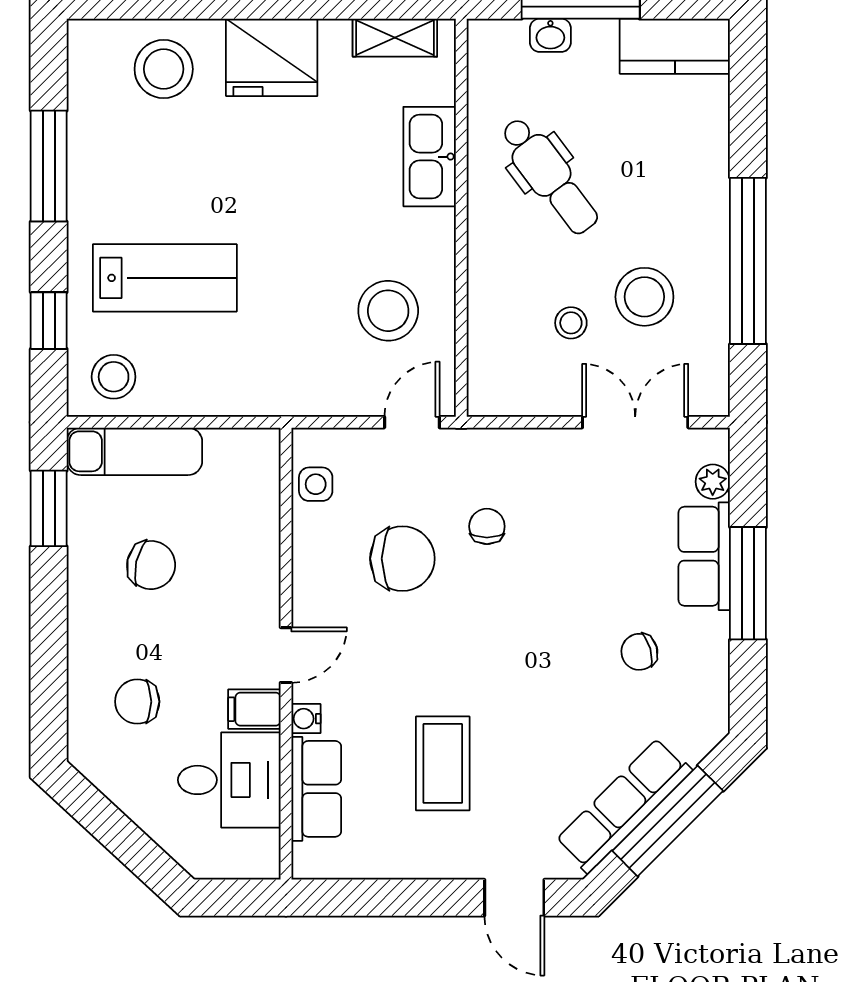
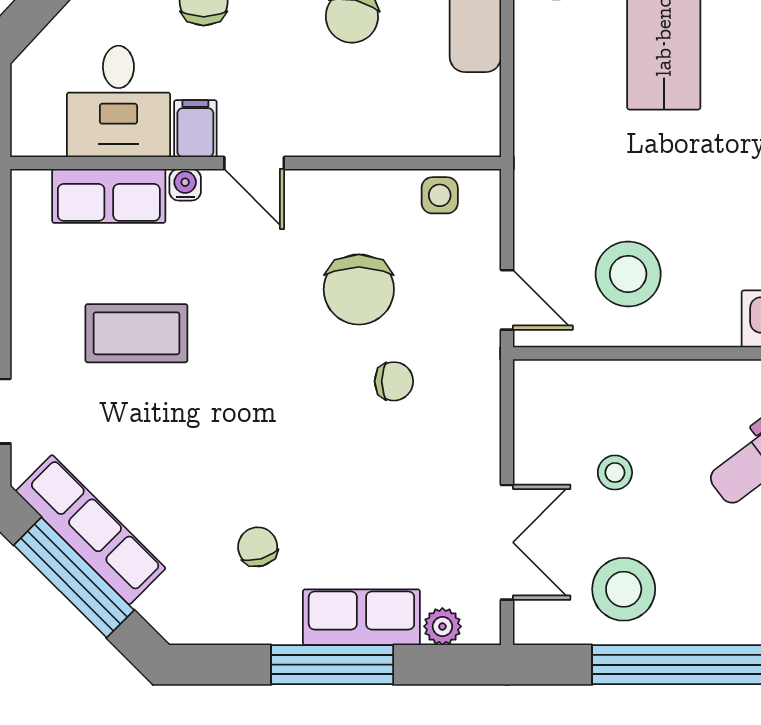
stool: (644, 297) -> (624, 589), moved

